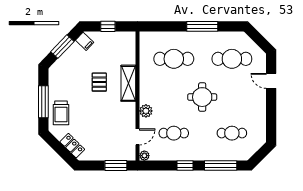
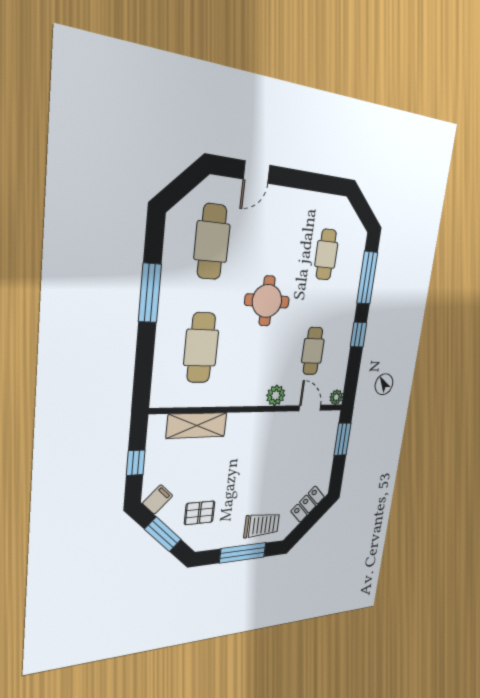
pallet: (99, 82) -> (200, 513), moved
shelving: (128, 83) -> (197, 425), moved

